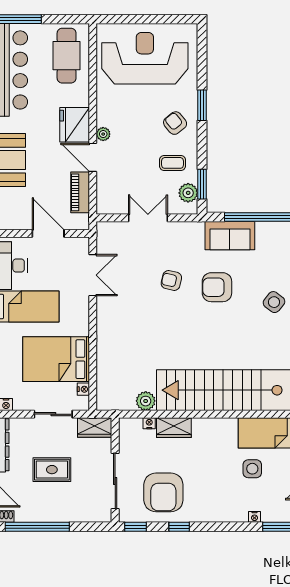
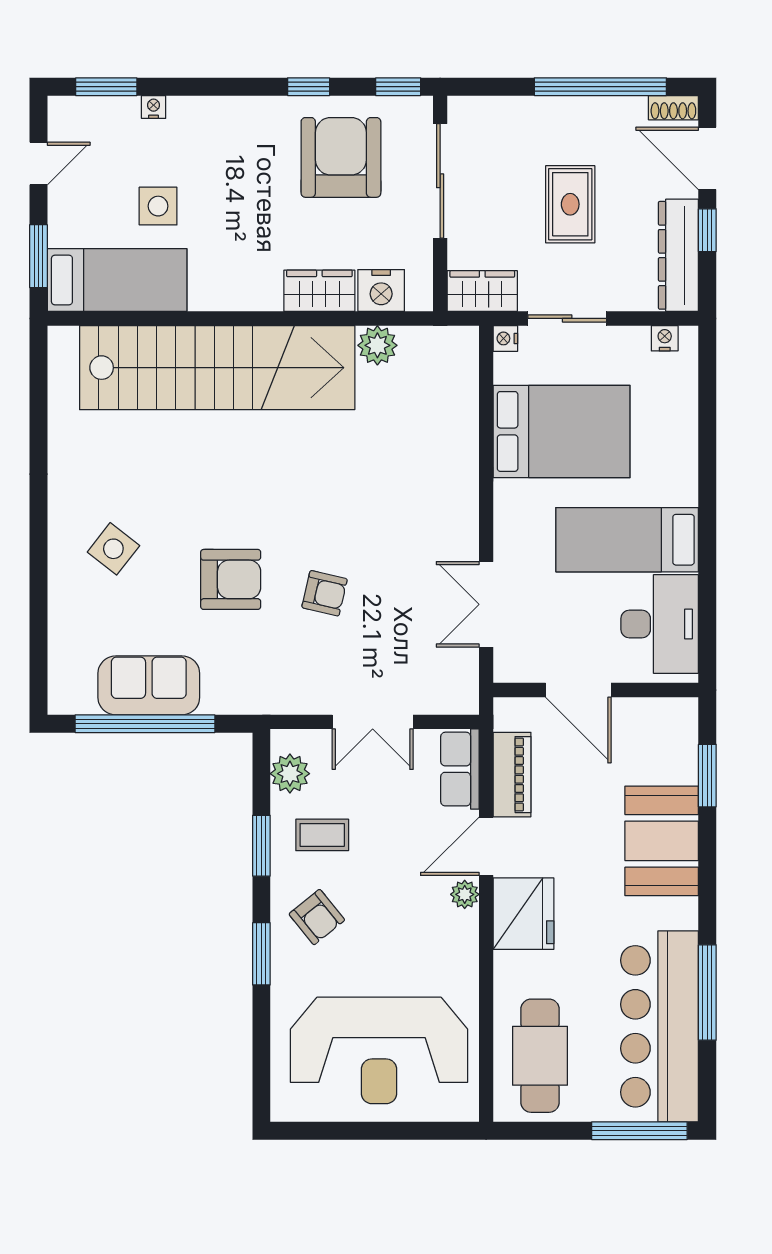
door: (93, 157) -> (486, 846), swing flipped
window: (202, 184) -> (261, 846), moved
row of seats: (106, 195) -> (460, 769), added
sofa: (230, 236) -> (149, 685), moved
nightstand: (83, 389) -> (505, 338), moved
nightstand: (149, 423) -> (381, 290), width x1.89, depth x1.79
rug: (52, 470) -> (570, 204), turned 90

